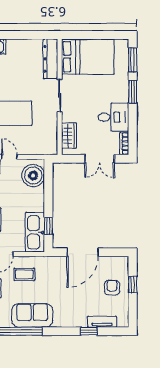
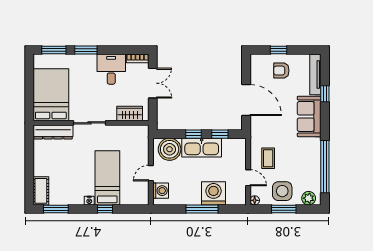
window: (48, 200) -> (193, 134), added
kitchen sink: (35, 232) -> (202, 148), moved
sofa: (32, 315) -> (309, 116), moved
tv unit: (102, 322) -> (315, 75), width x1.41

